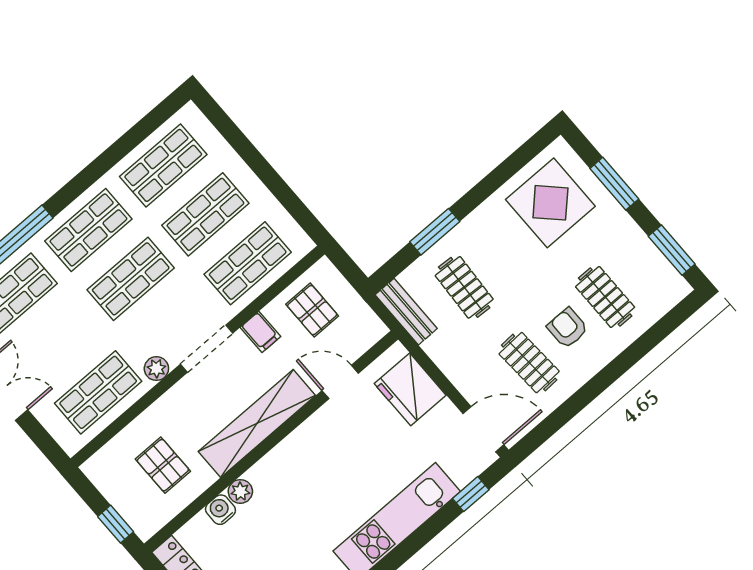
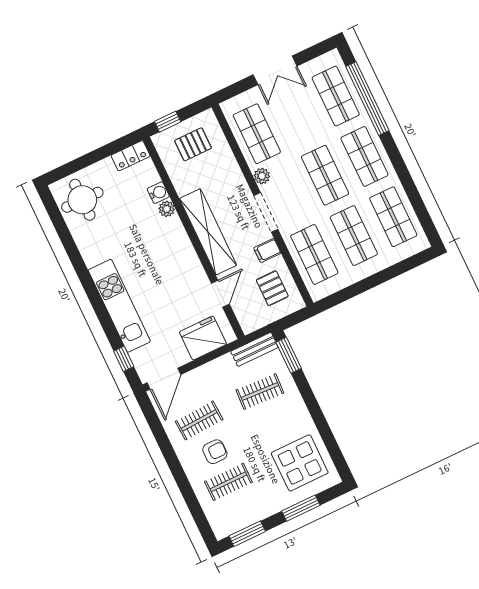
window: (435, 232) -> (289, 355), moved
pallet: (312, 310) -> (272, 288), turned 90
pallet: (163, 465) -> (193, 144), moved

